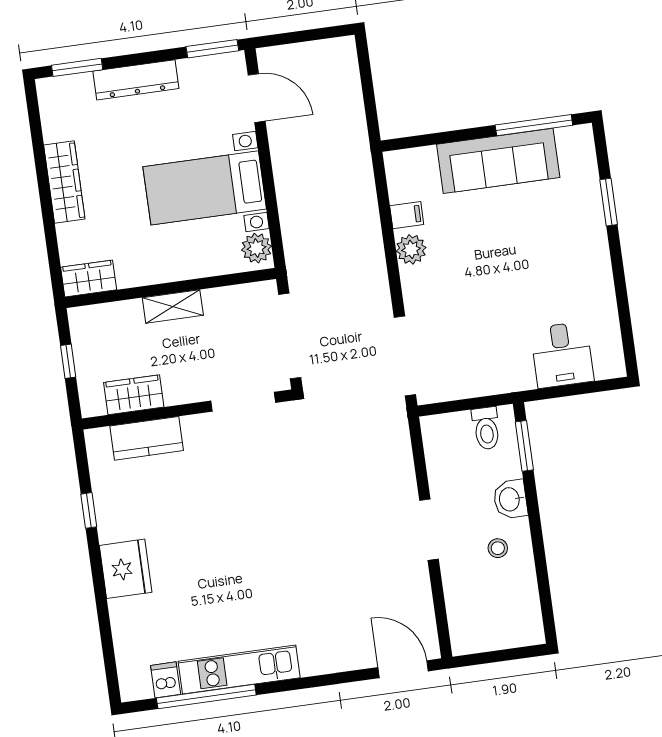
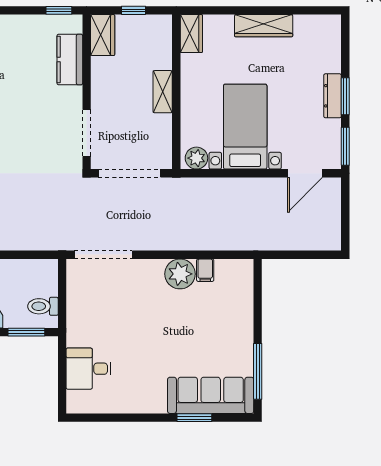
window: (77, 67) -> (345, 96), moved
dresser: (136, 80) -> (332, 96), width x0.73, depth x0.80
sofa: (498, 161) -> (211, 395), moved, turned 90
plant: (411, 249) -> (180, 274), width x1.36, depth x1.36
wardrobe: (134, 395) -> (103, 35), moved
window: (89, 510) -> (59, 10), moved

